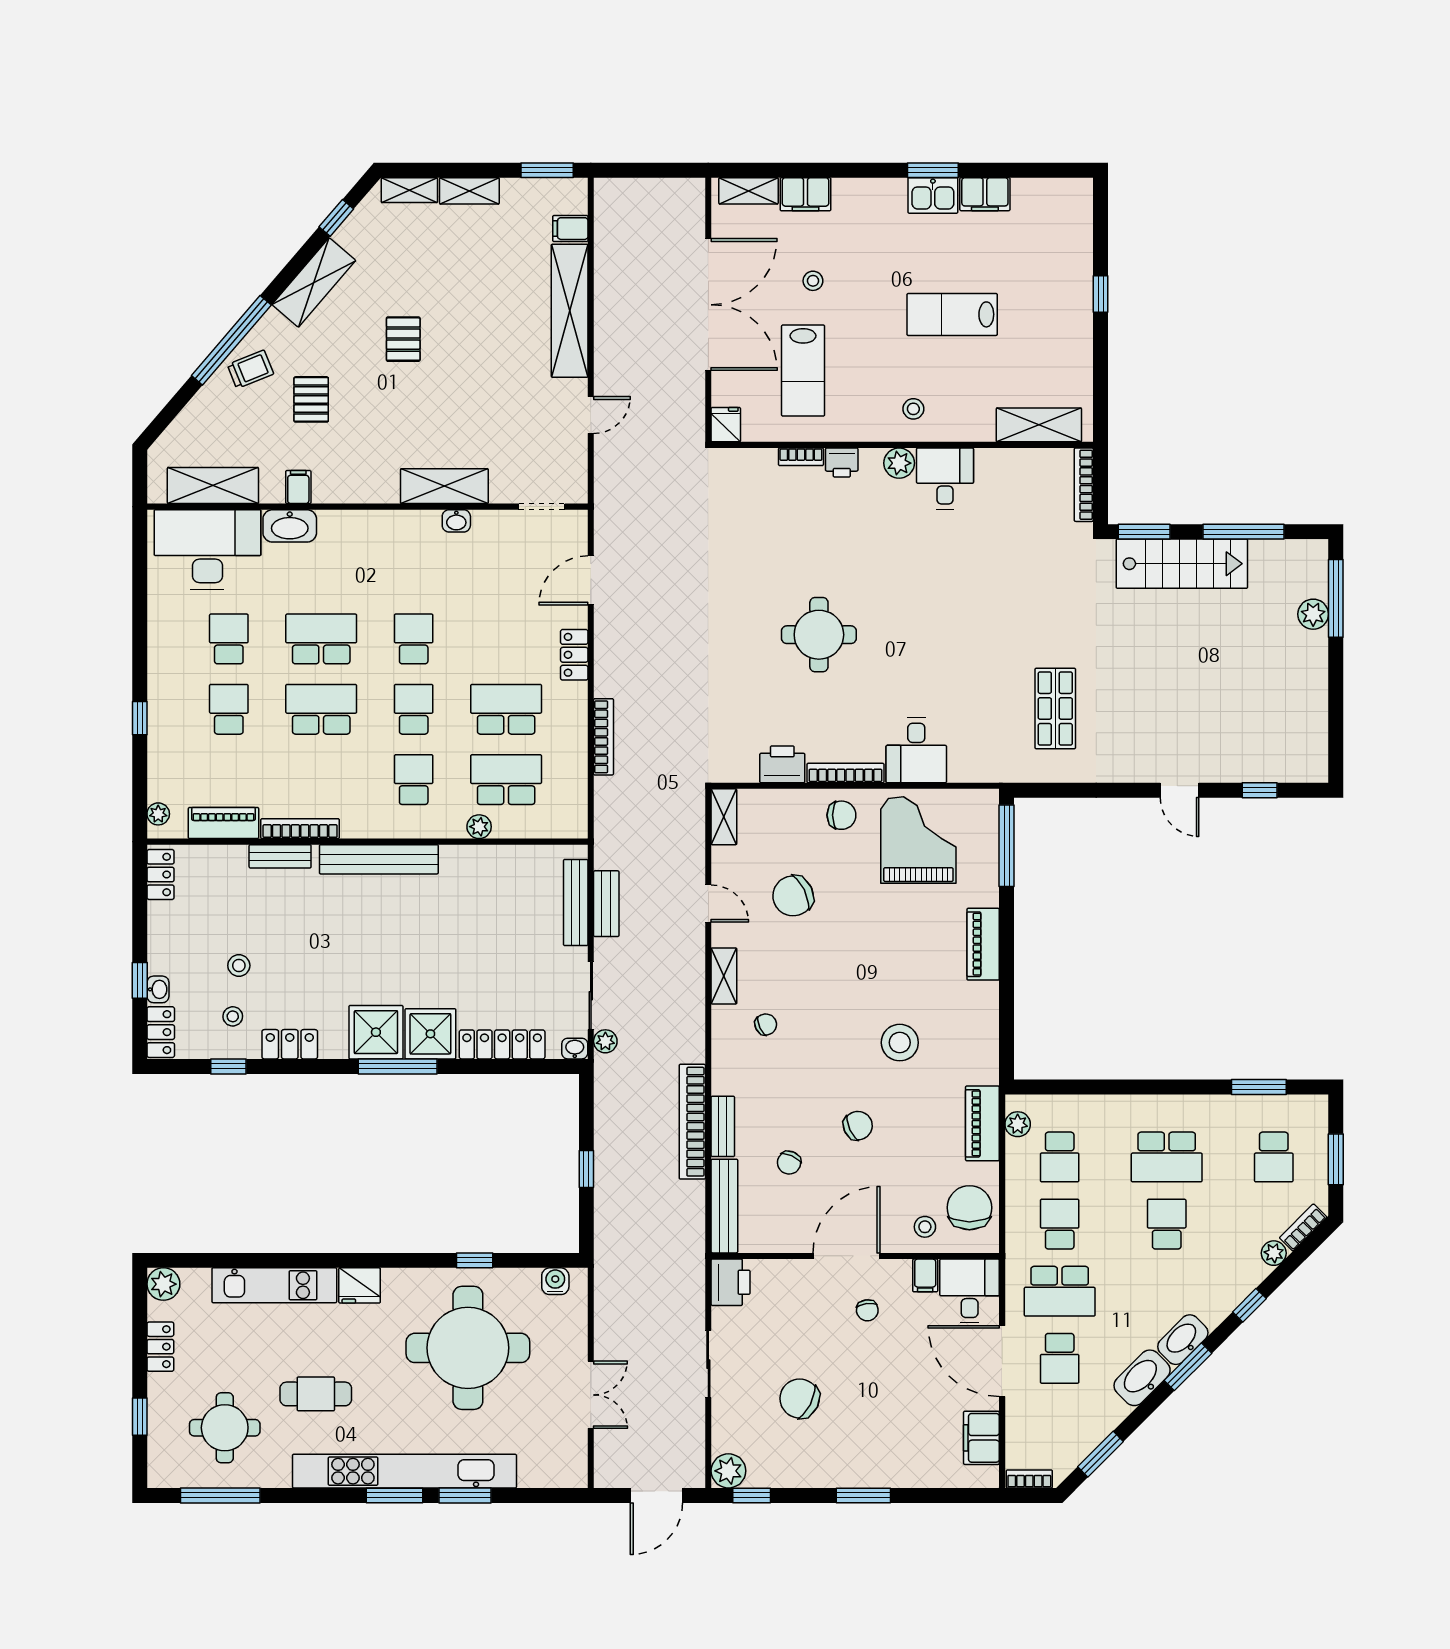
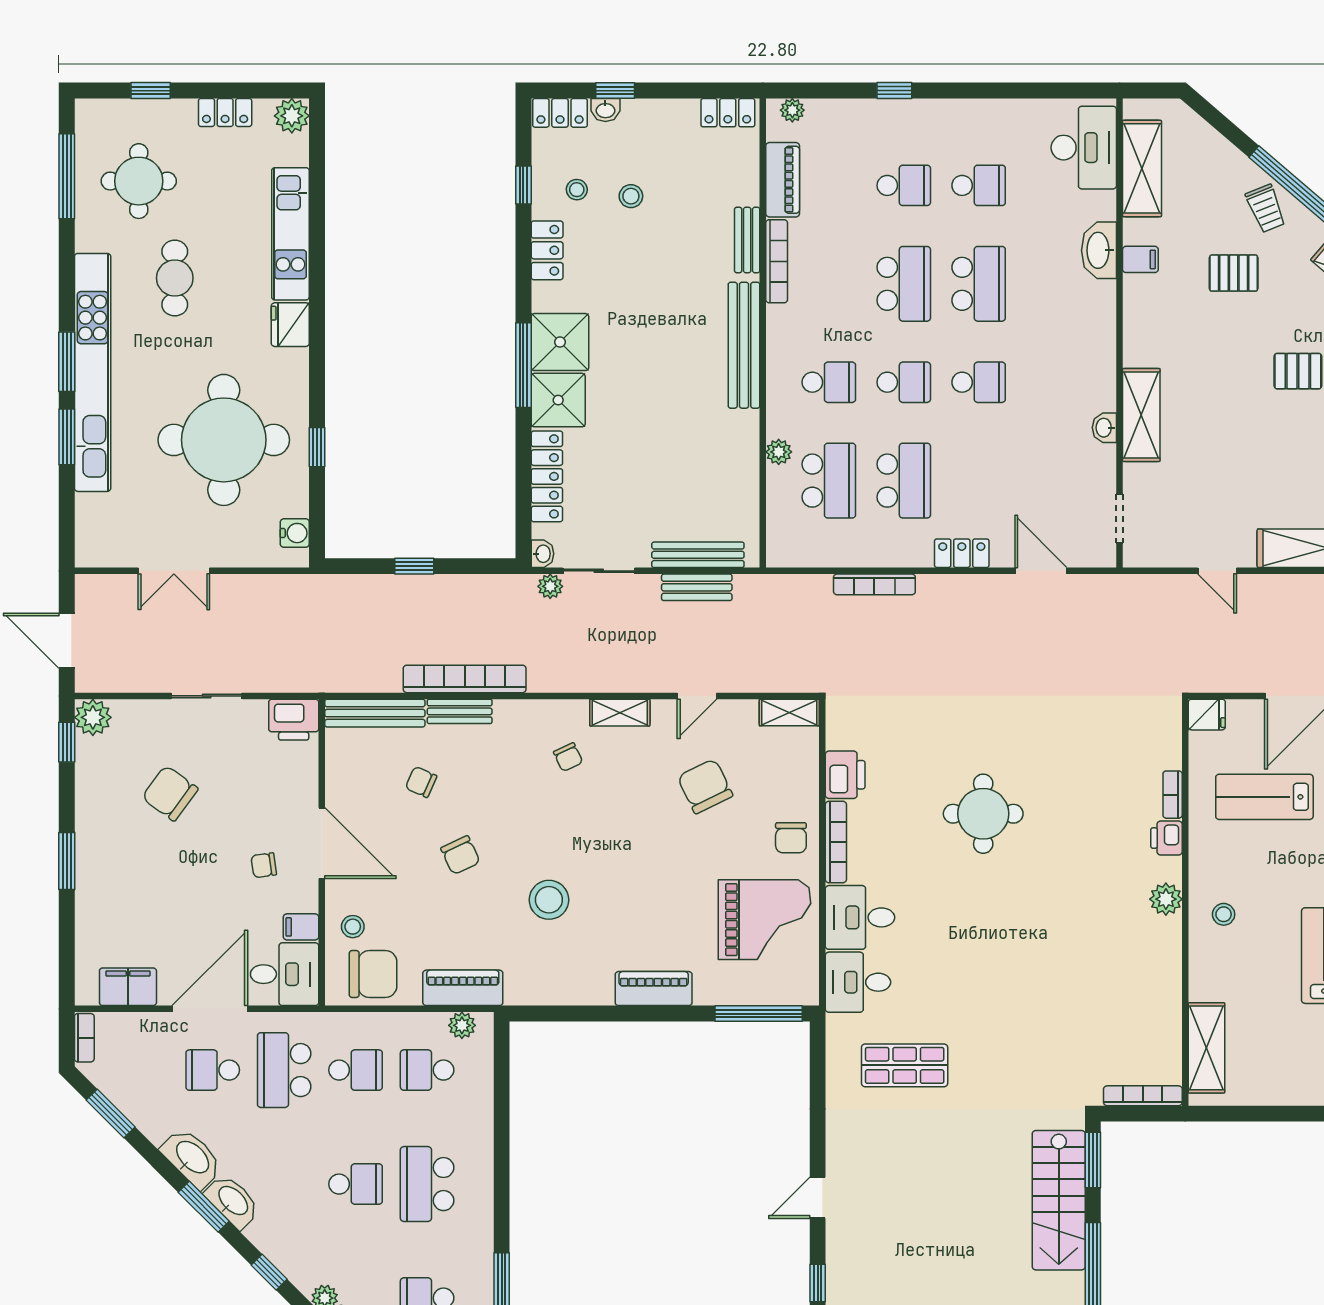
desk: (945, 478) -> (858, 982), moved, turned 180
desk: (207, 549) -> (1084, 148), width x0.73, depth x0.77
chair: (800, 1398) -> (170, 793), turned -81

